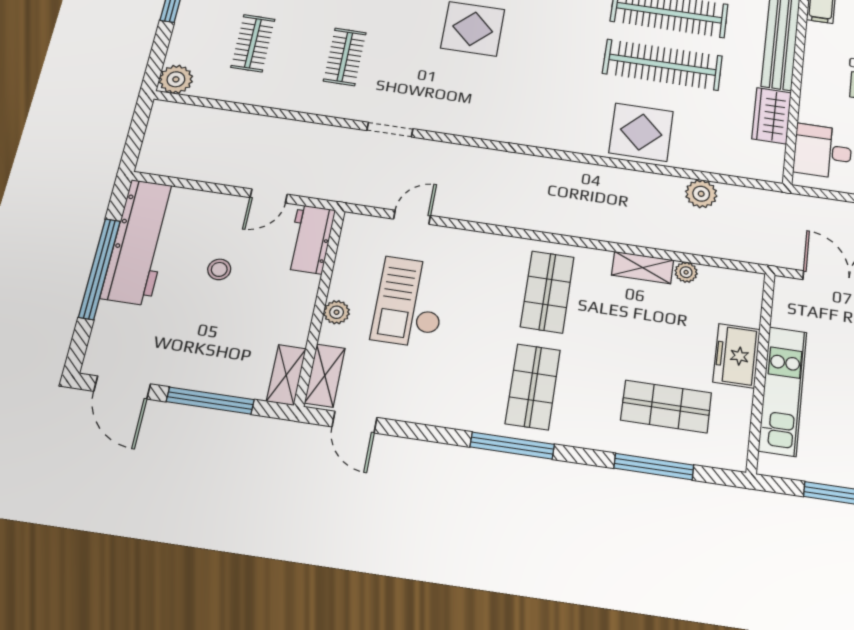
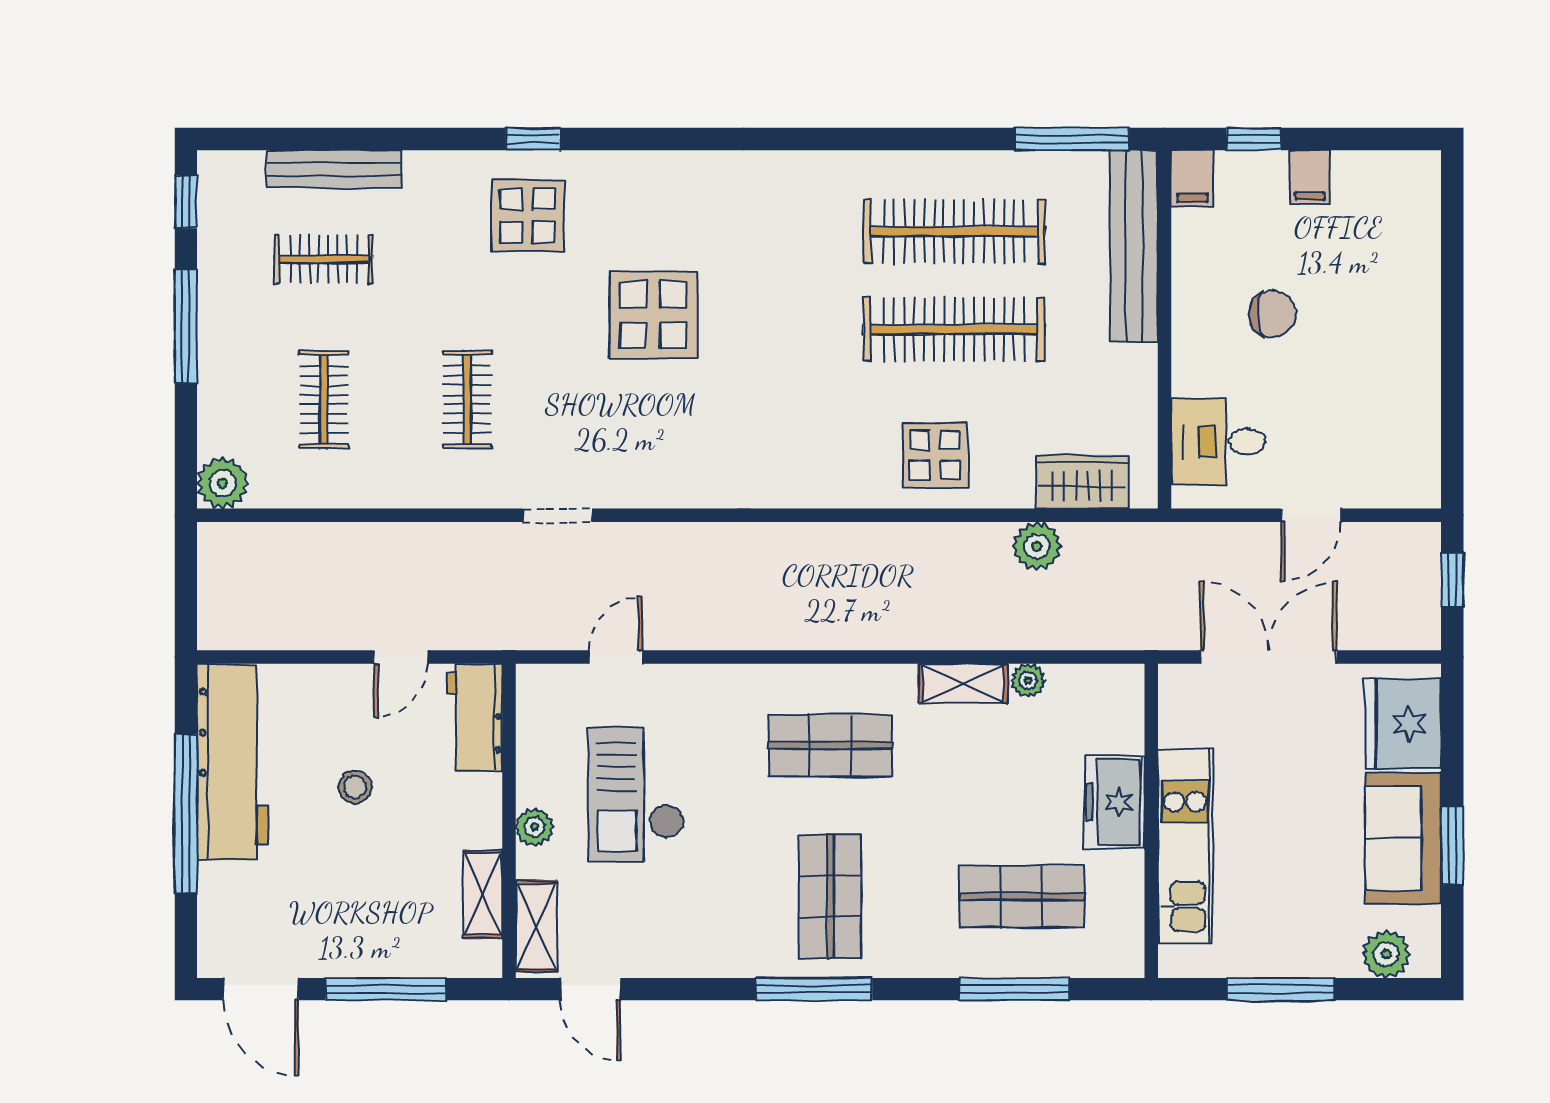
wardrobe: (772, 116) -> (1082, 482), moved, turned 90
display table: (641, 132) -> (935, 455), width x0.73, depth x0.73
shop shelf: (547, 292) -> (830, 745), turned 90
shelving: (286, 375) -> (483, 894), moved

